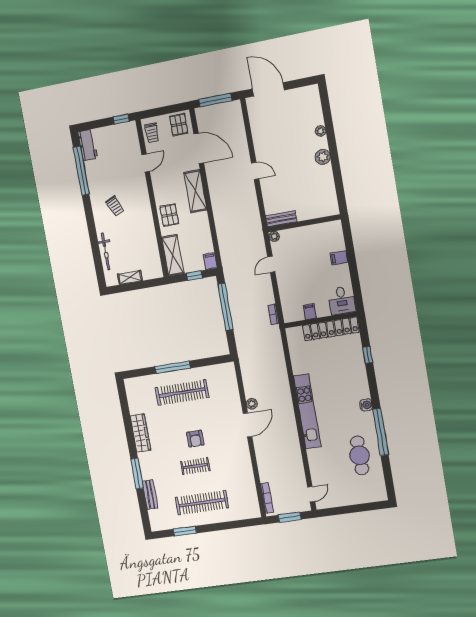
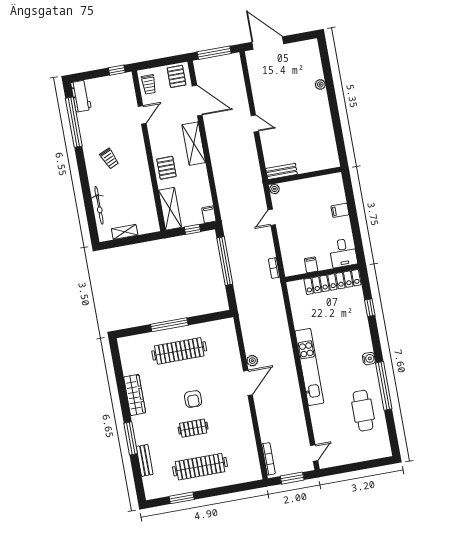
plant: (323, 157) -> (323, 110), removed

